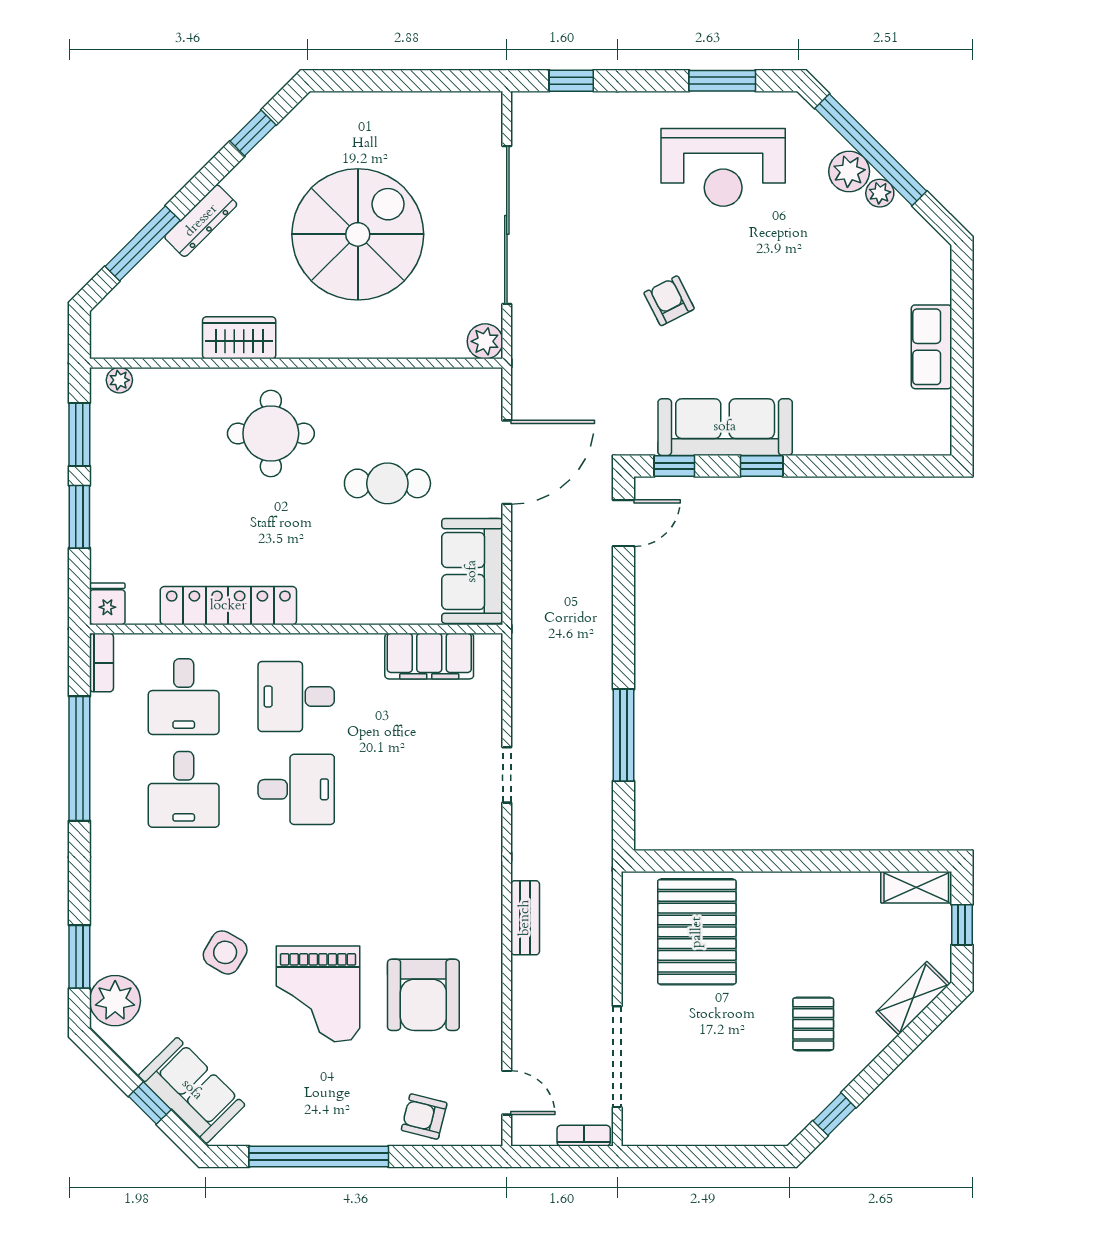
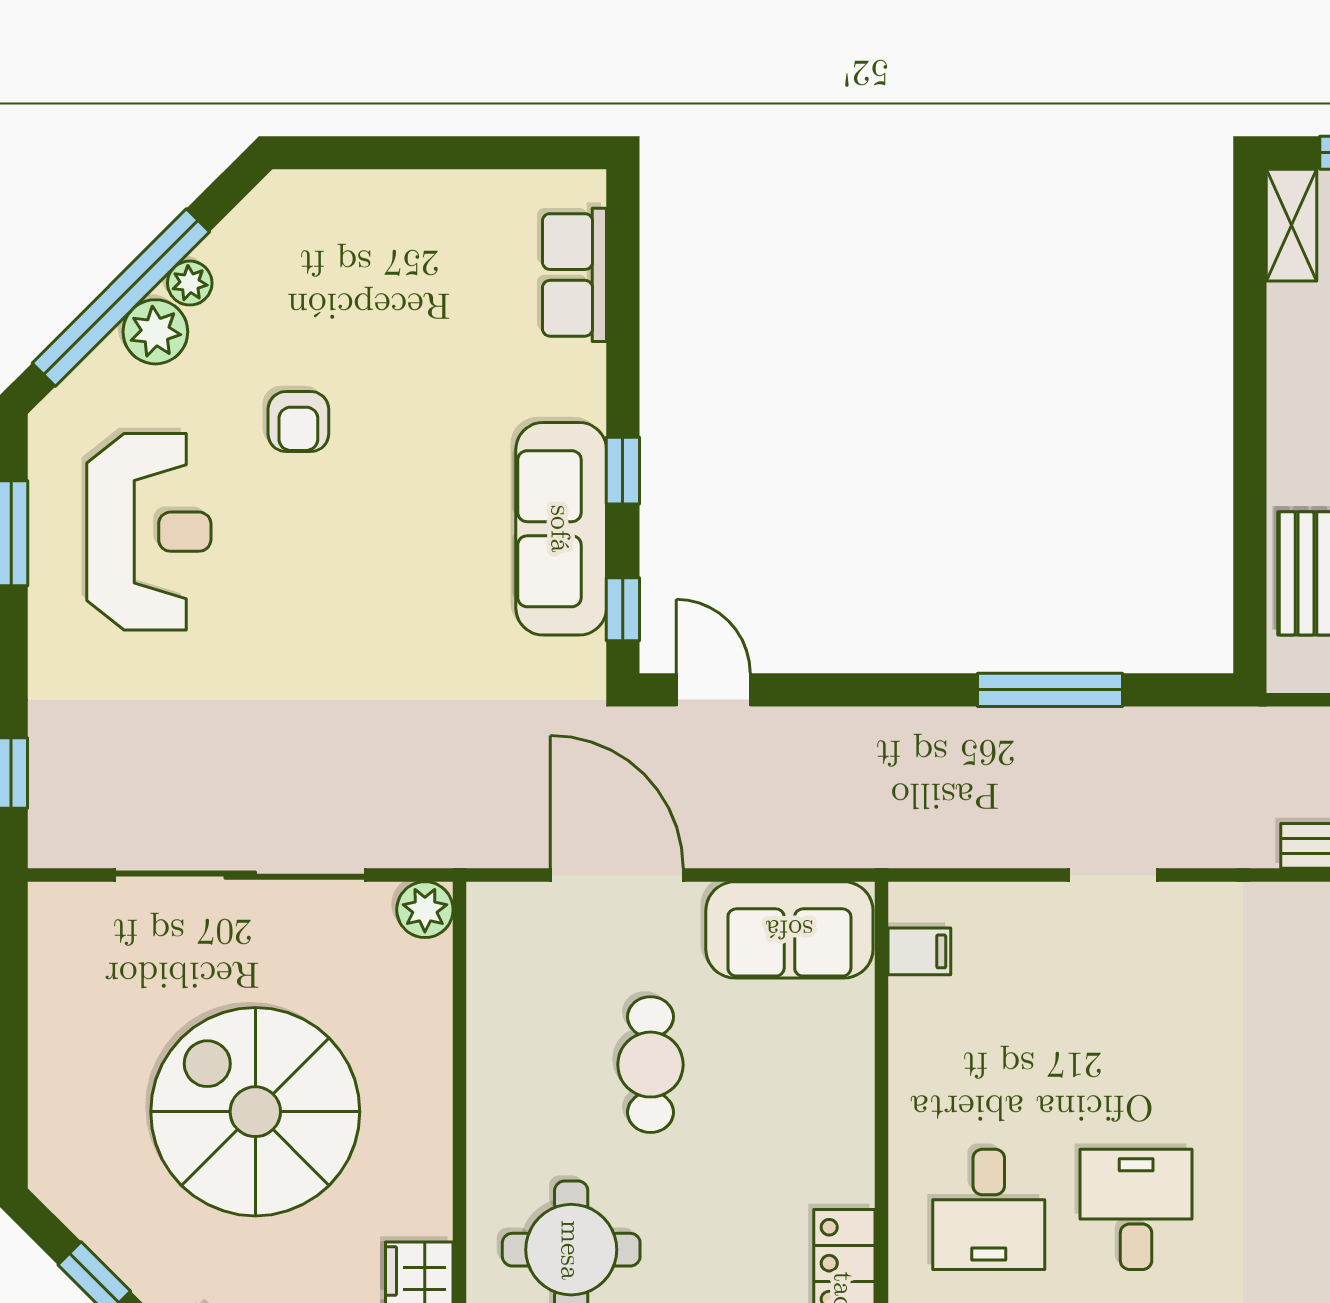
armchair: (669, 301) -> (298, 422), moved, turned -63
row of seats: (931, 347) -> (575, 275), moved, turned 90
filing cabinet: (429, 656) -> (919, 951), width x0.33, depth x0.86

